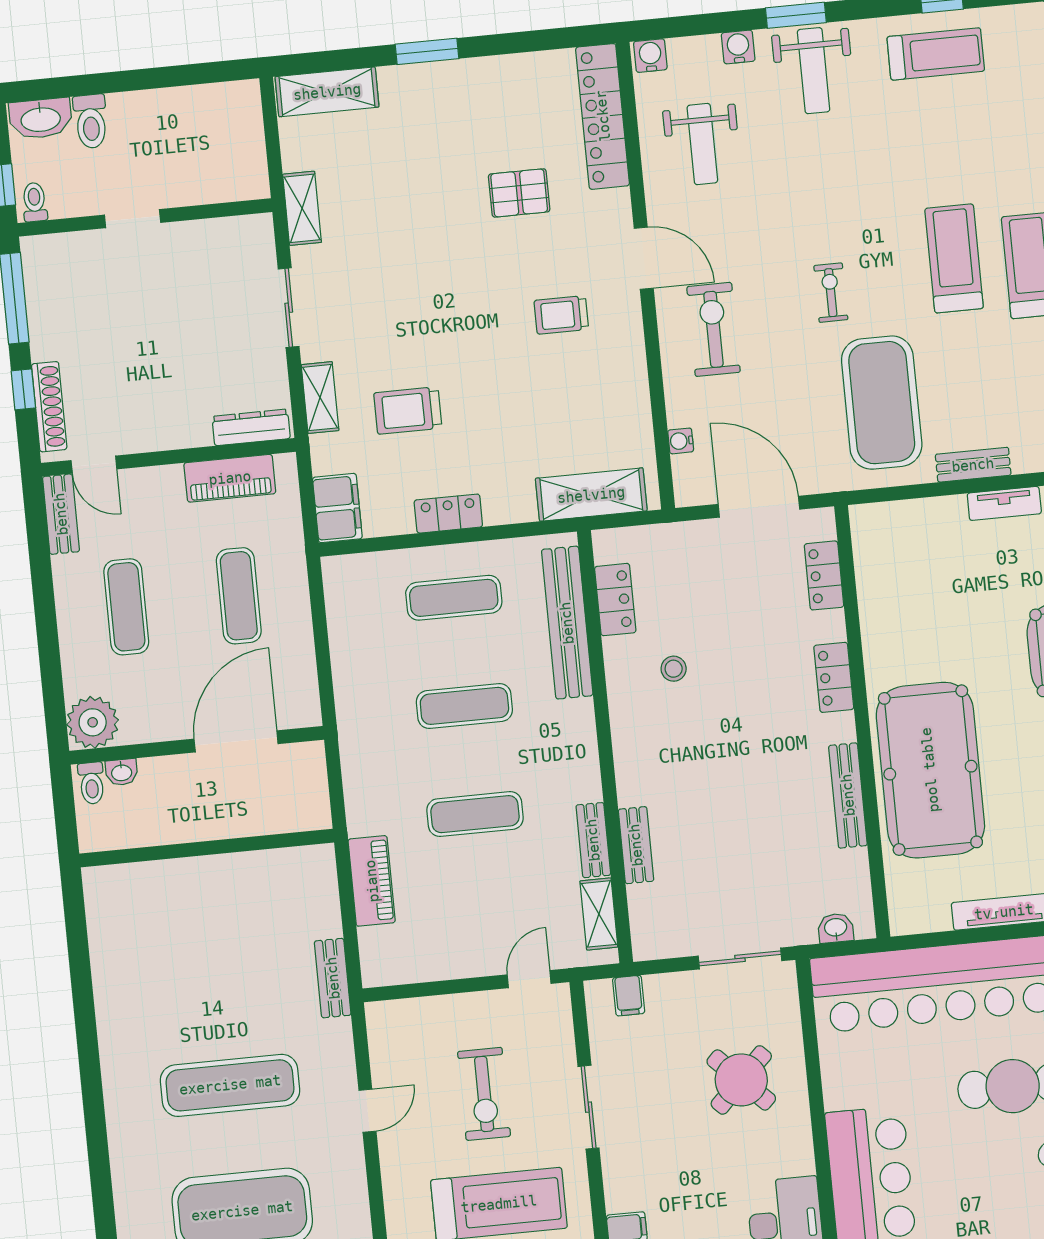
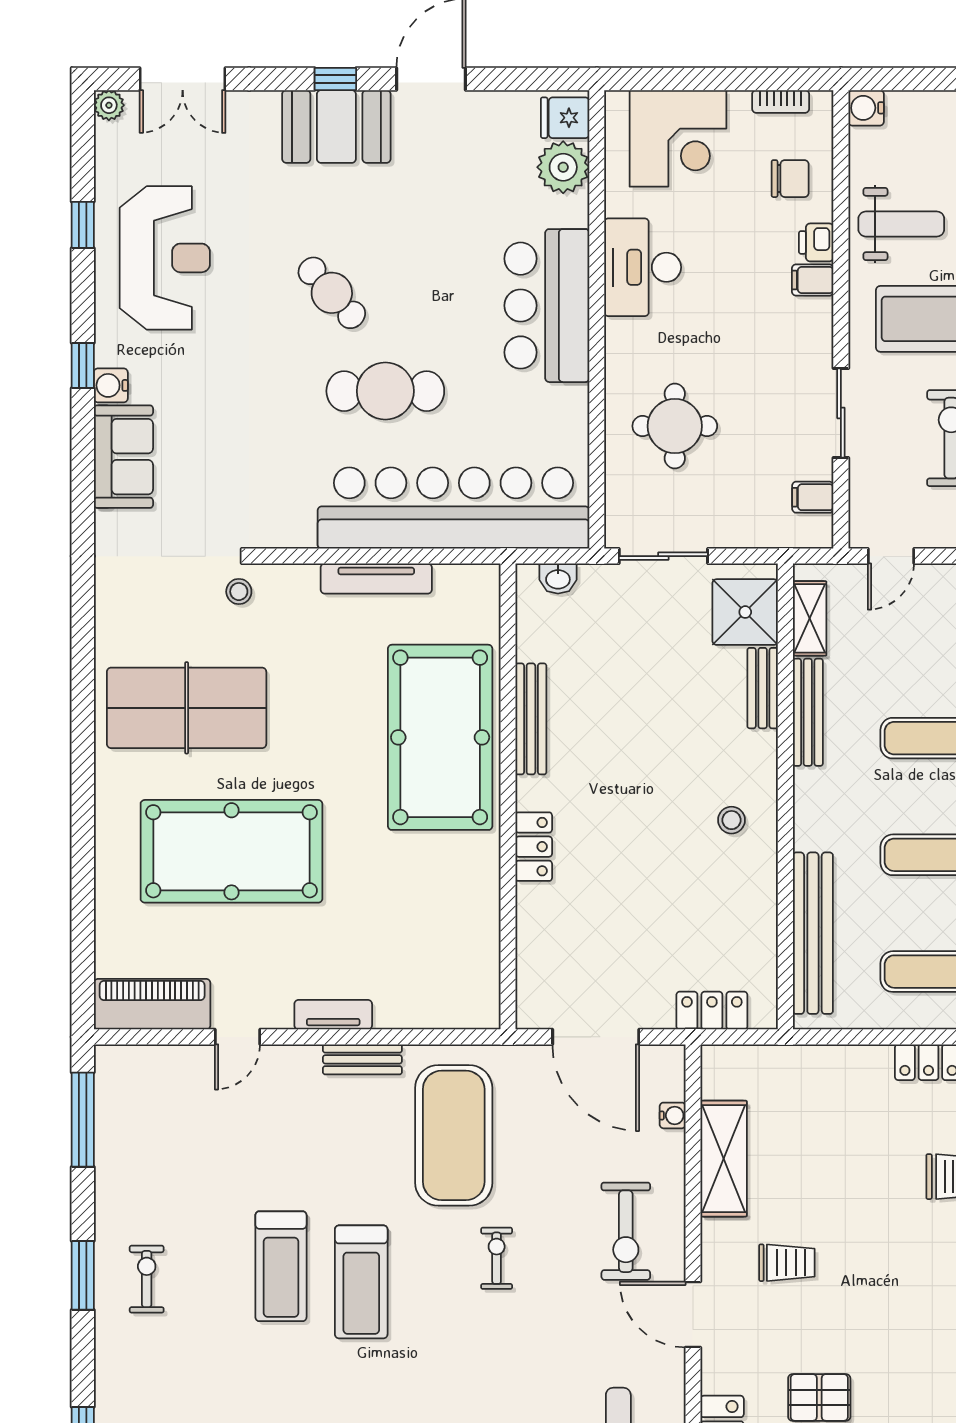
exercise bike: (831, 293) -> (497, 1258), turned 180
shelving: (591, 495) -> (724, 1159), moved, turned 90
locker: (824, 575) -> (533, 957), removed
locker: (615, 600) -> (712, 1011), moved, turned 90
stool: (674, 669) -> (731, 820), moved
bench: (593, 840) -> (808, 712), width x1.36
shower: (659, 914) -> (745, 612), added
filing cabinet: (629, 996) -> (813, 497), moved, turned -90
round table: (741, 1080) -> (675, 426), turned 45

